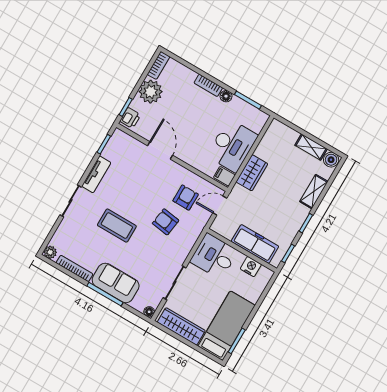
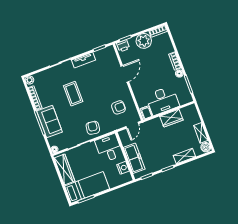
wardrobe: (252, 173) -> (171, 118), moved
door: (220, 206) -> (132, 125), swing flipped
armchair: (166, 222) -> (93, 128), moved

